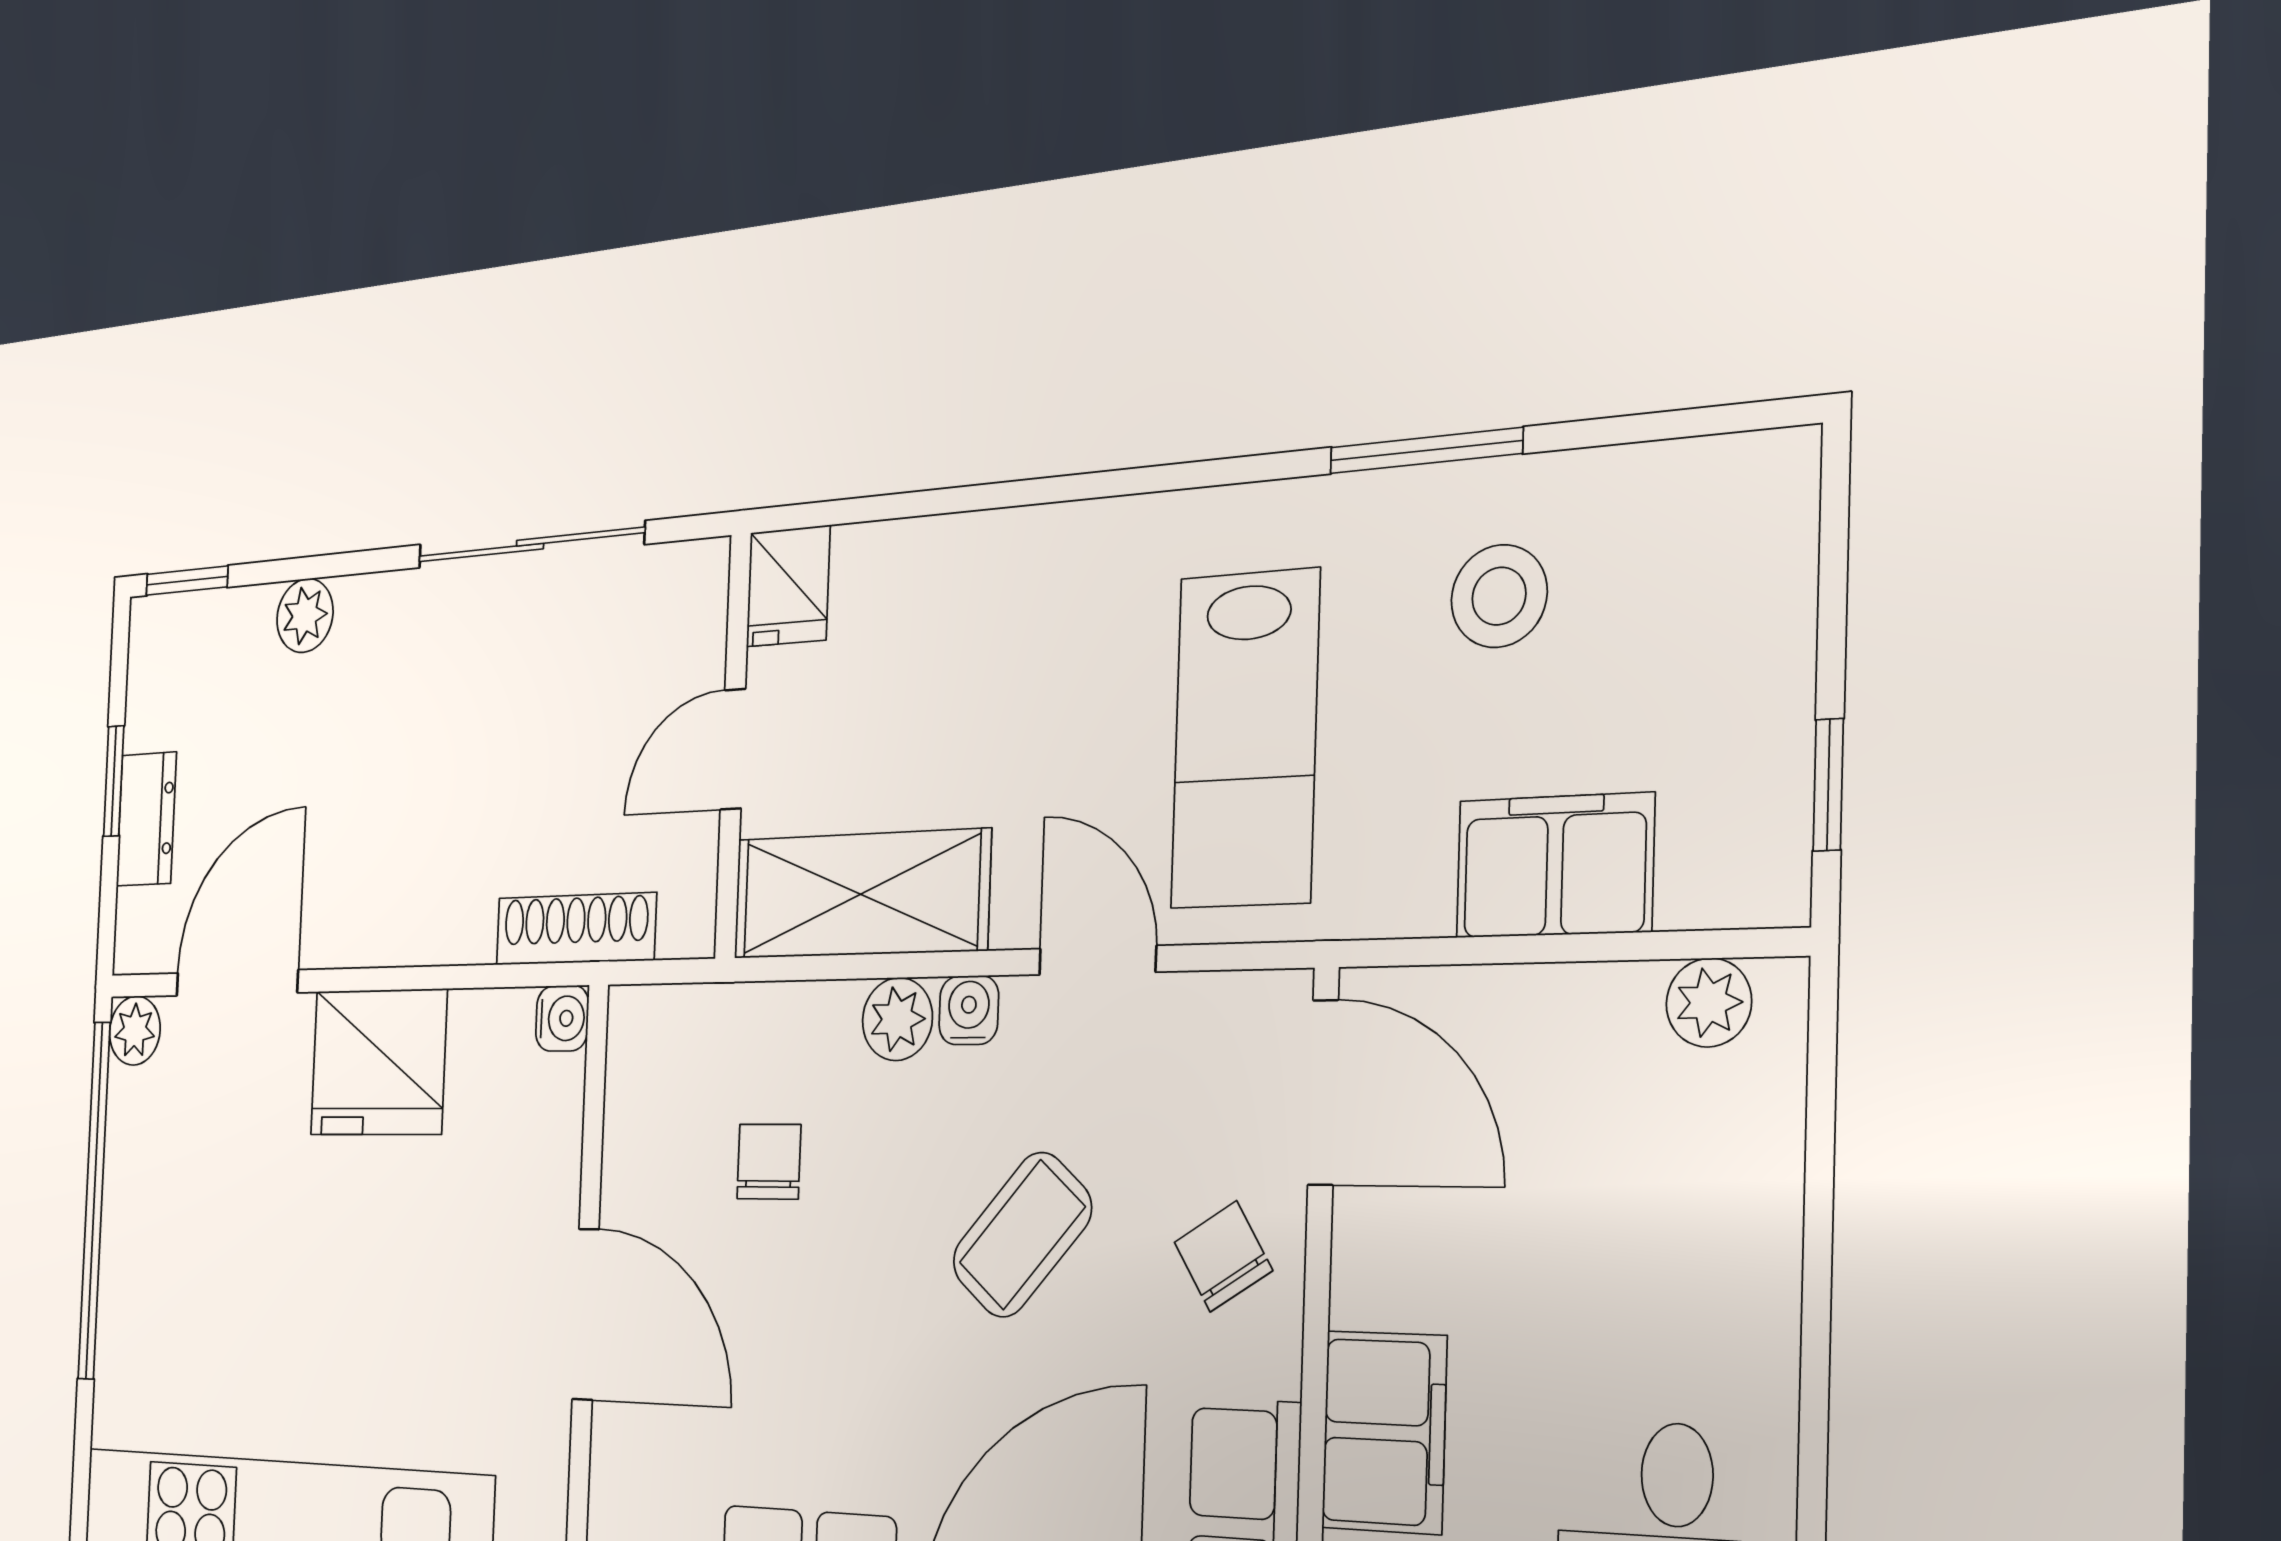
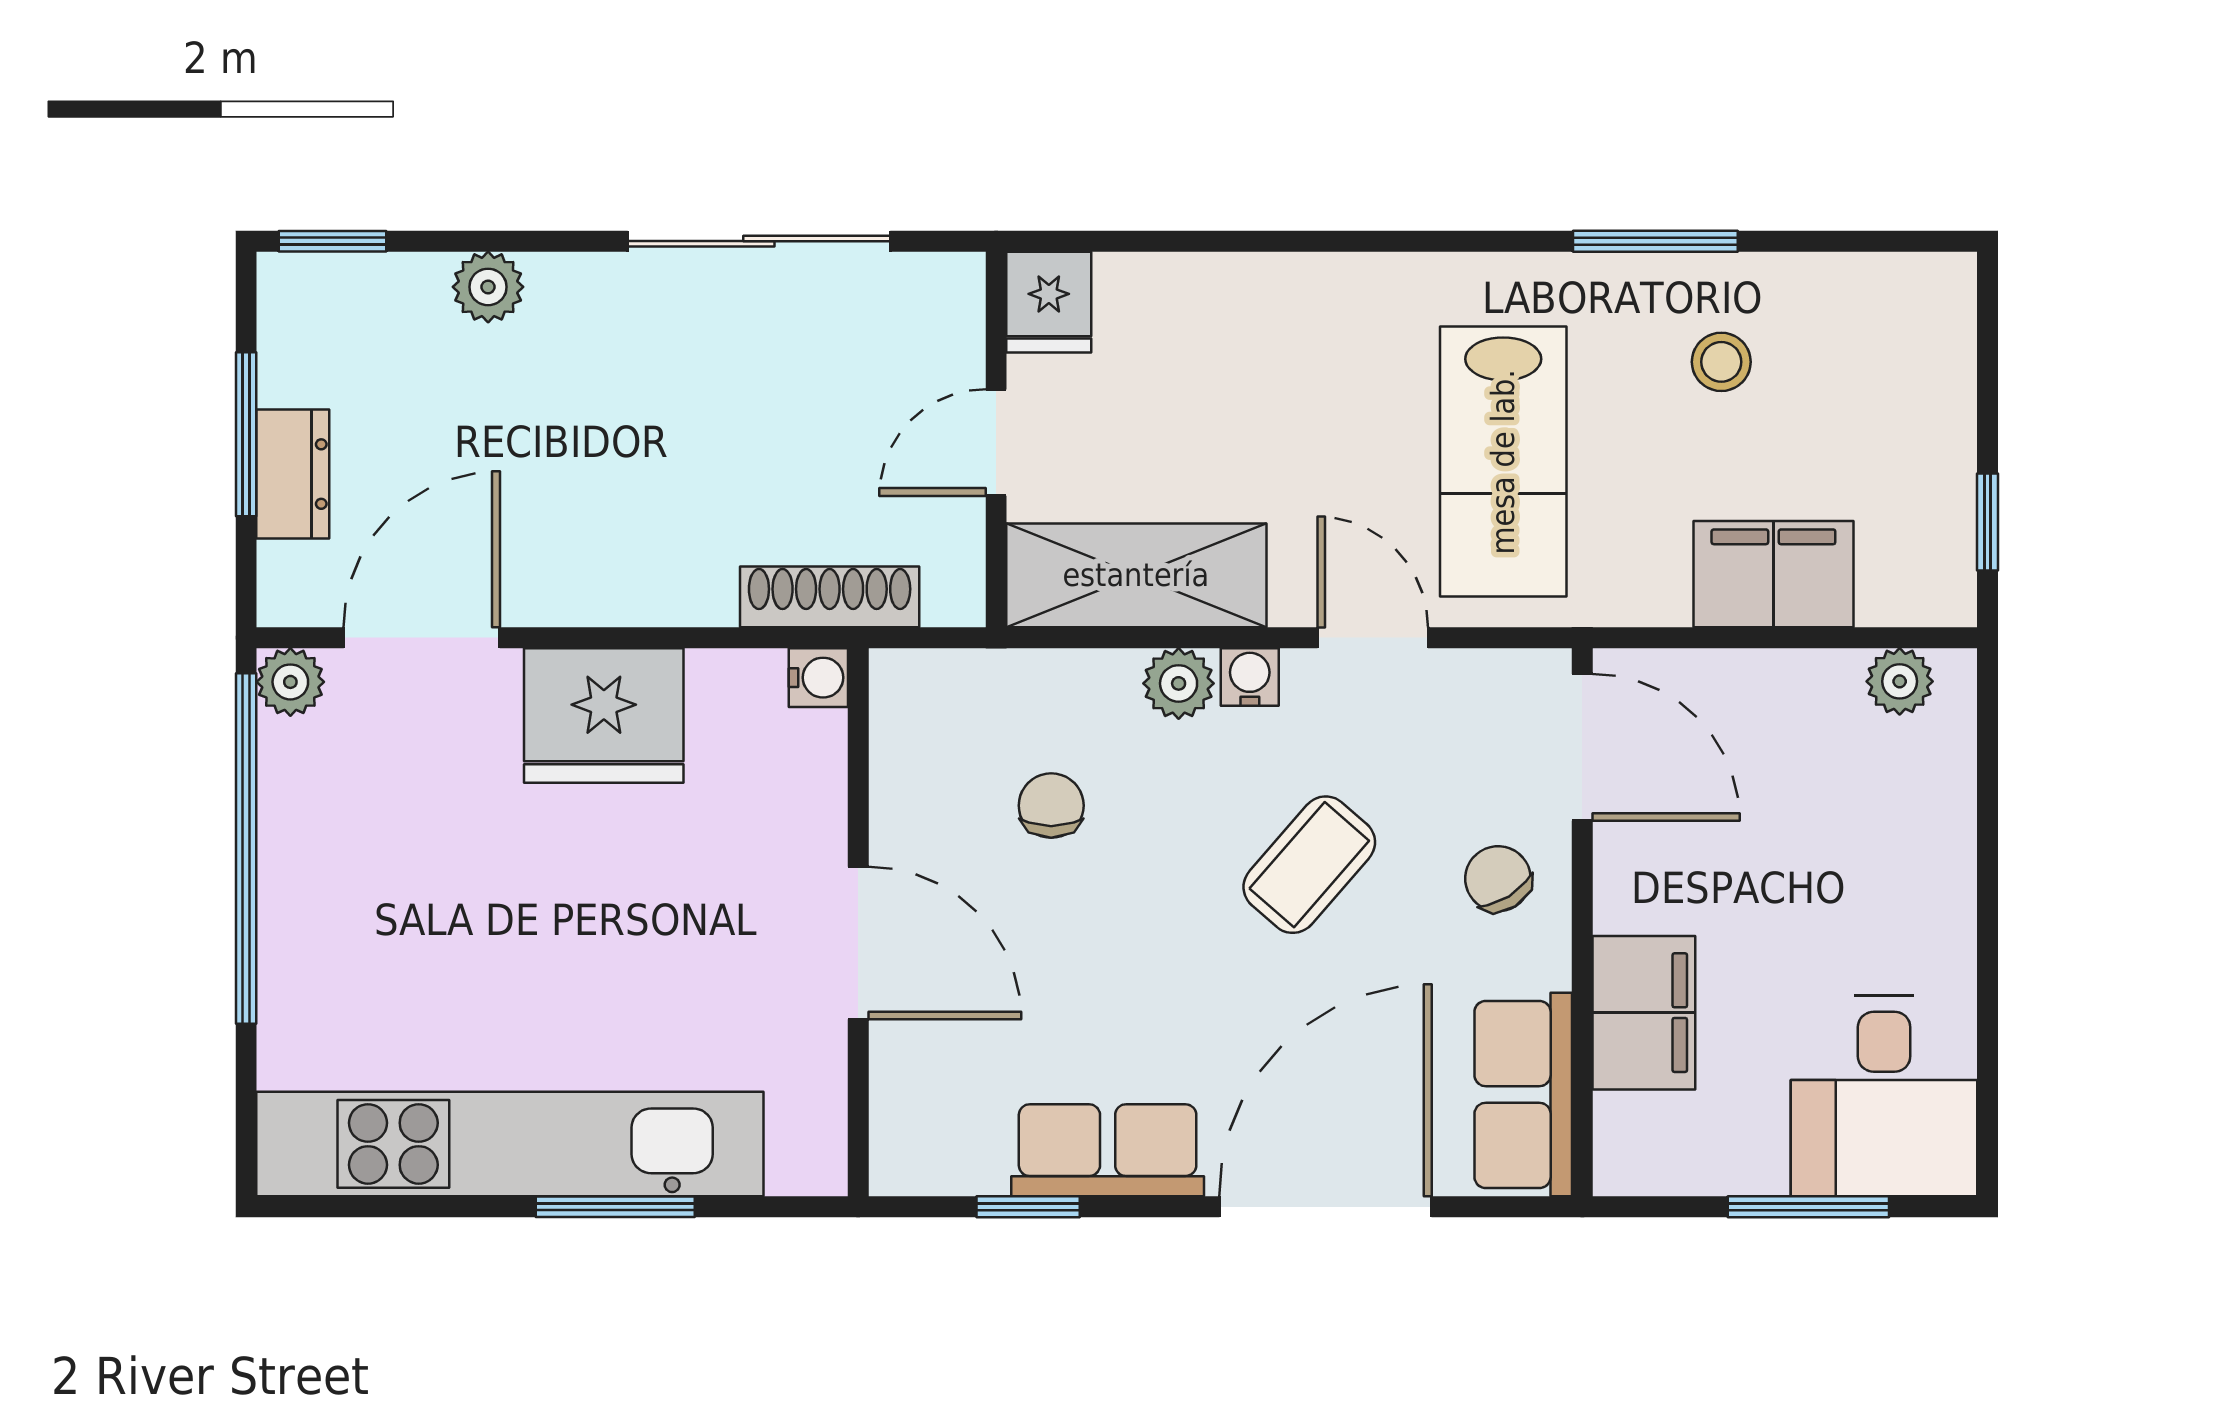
stool: (1499, 596) -> (1721, 362), width x0.73, depth x0.73
window: (114, 781) -> (246, 434), width x1.50

